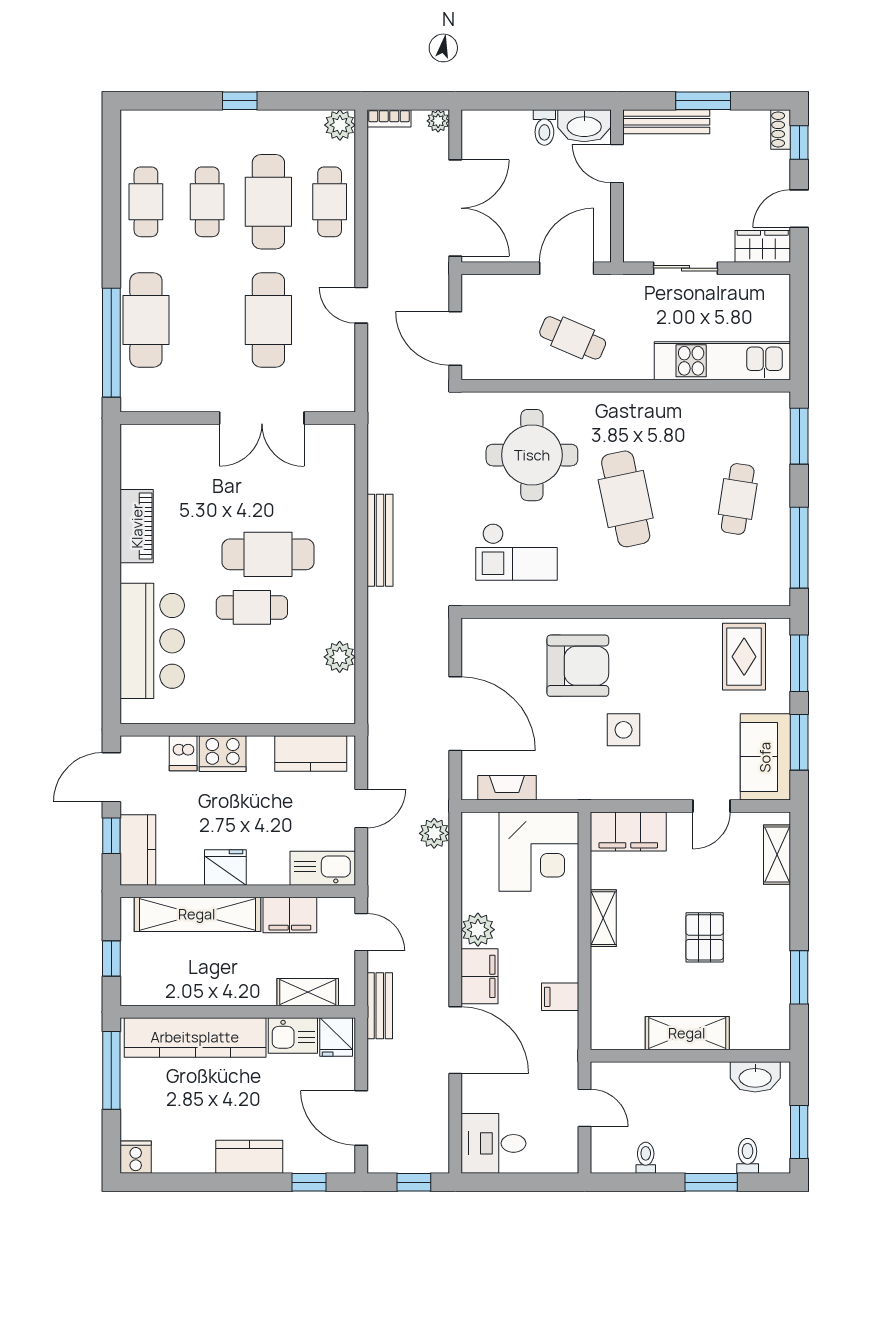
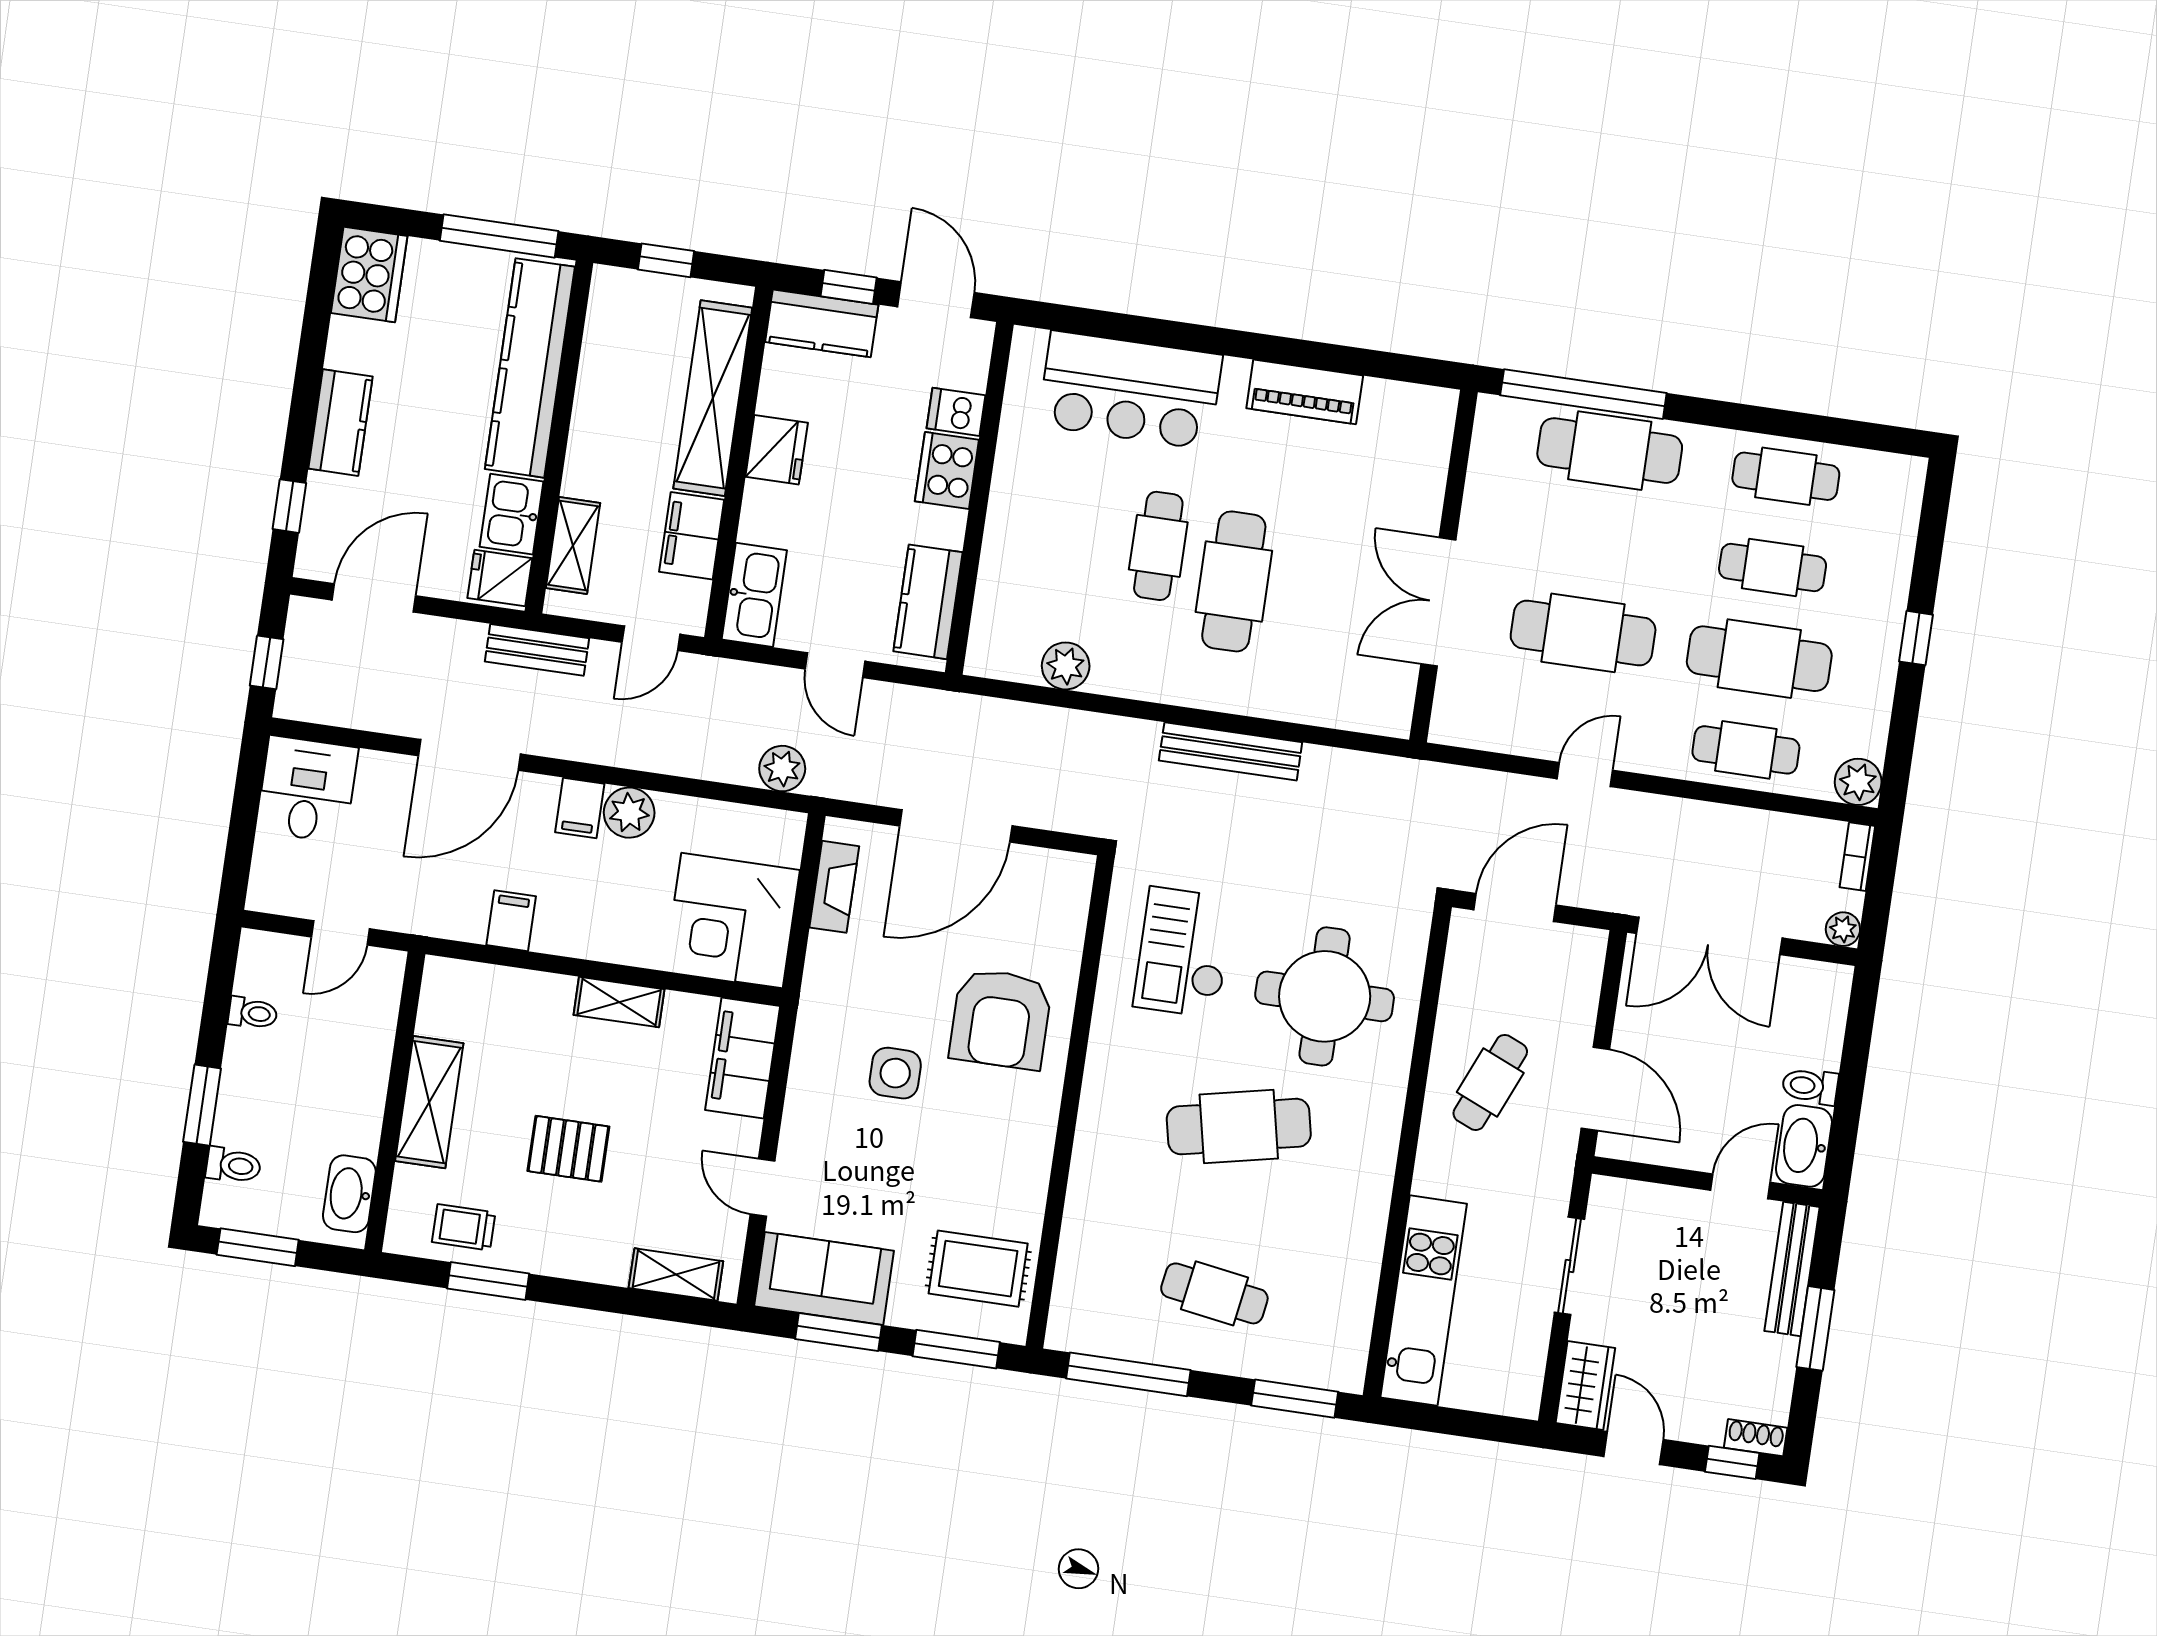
filing cabinet: (480, 976) -> (580, 808), width x0.50
trolley: (766, 999) -> (464, 1227), added
cooker: (136, 1157) -> (369, 275), width x1.87, depth x1.31

